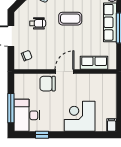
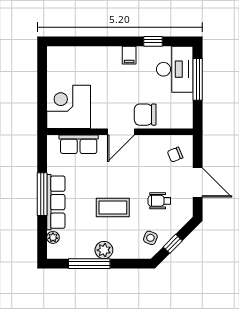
chair: (48, 84) -> (145, 115), turned 180
corner desk: (80, 116) -> (69, 107), moved, turned 180
filing cabinet: (112, 125) -> (129, 55), moved

